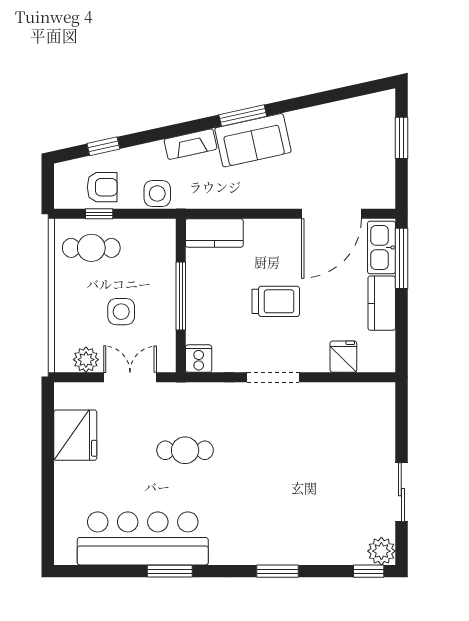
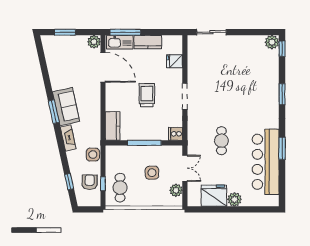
plant: (382, 196) -> (94, 42), added
double door: (130, 377) -> (185, 168), swing flipped
plant: (68, 476) -> (235, 199), added
sliding door: (401, 492) -> (211, 32), moved

